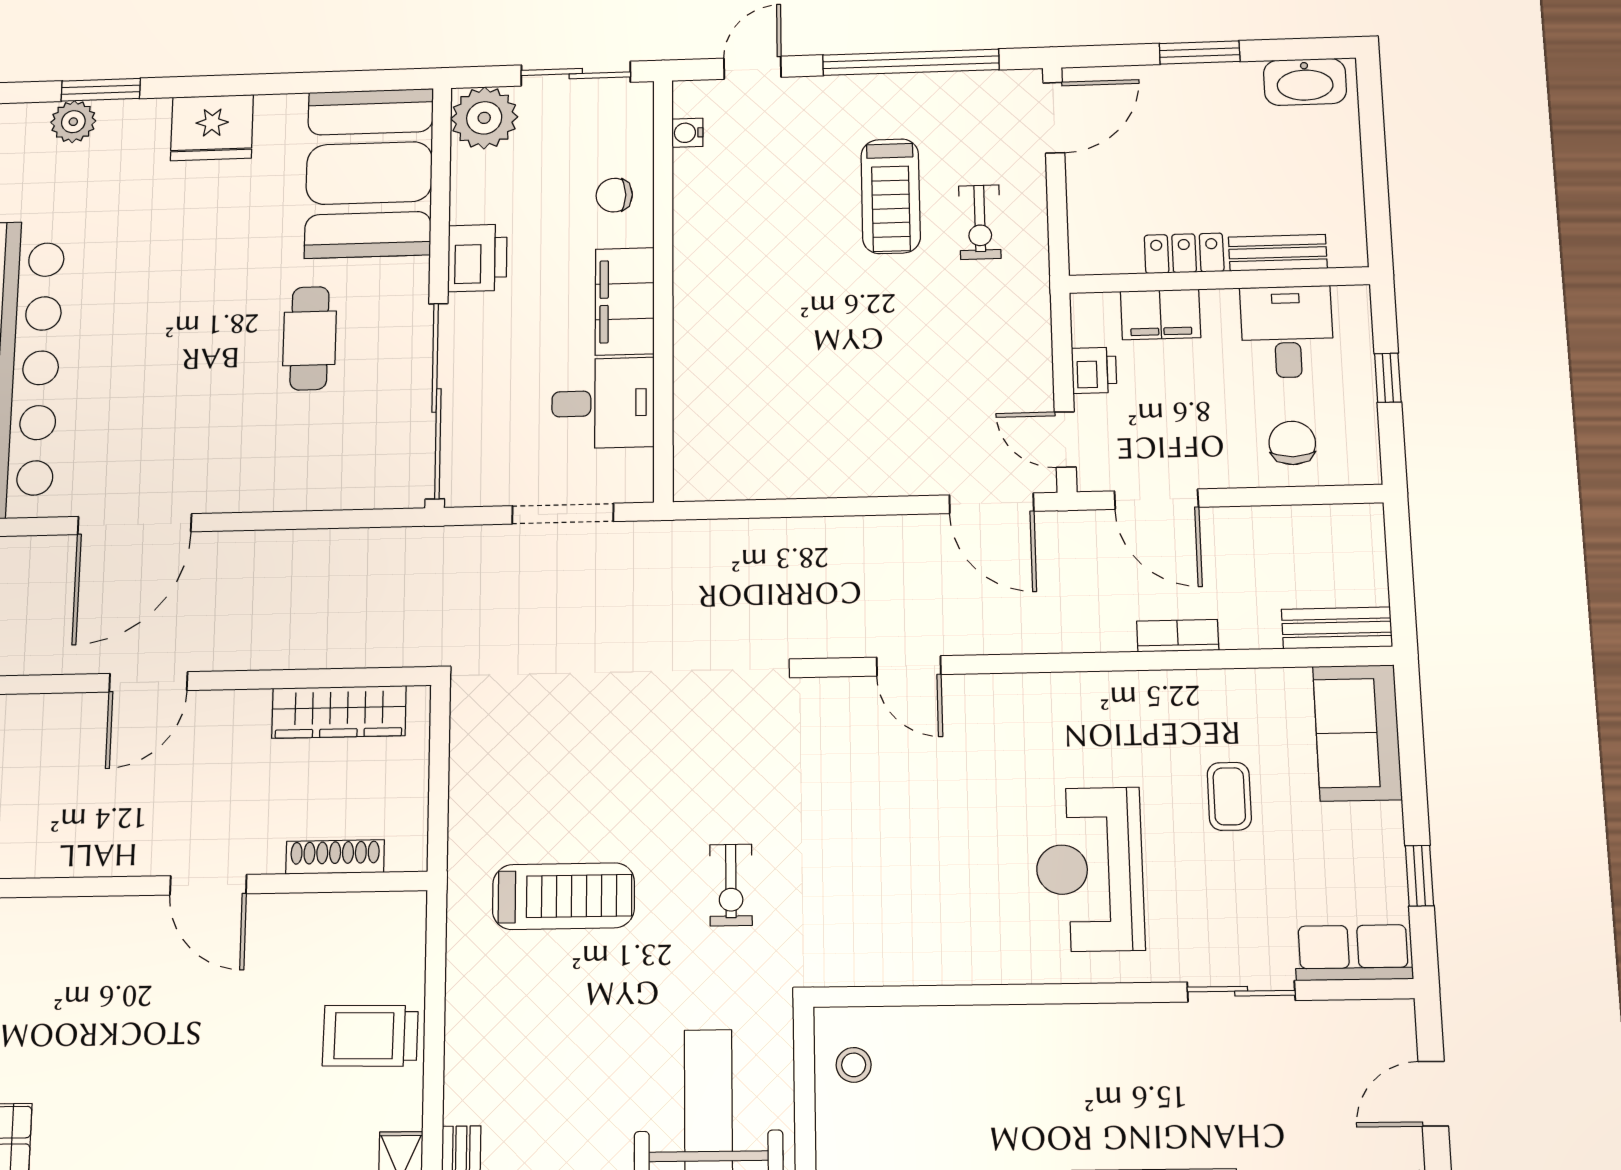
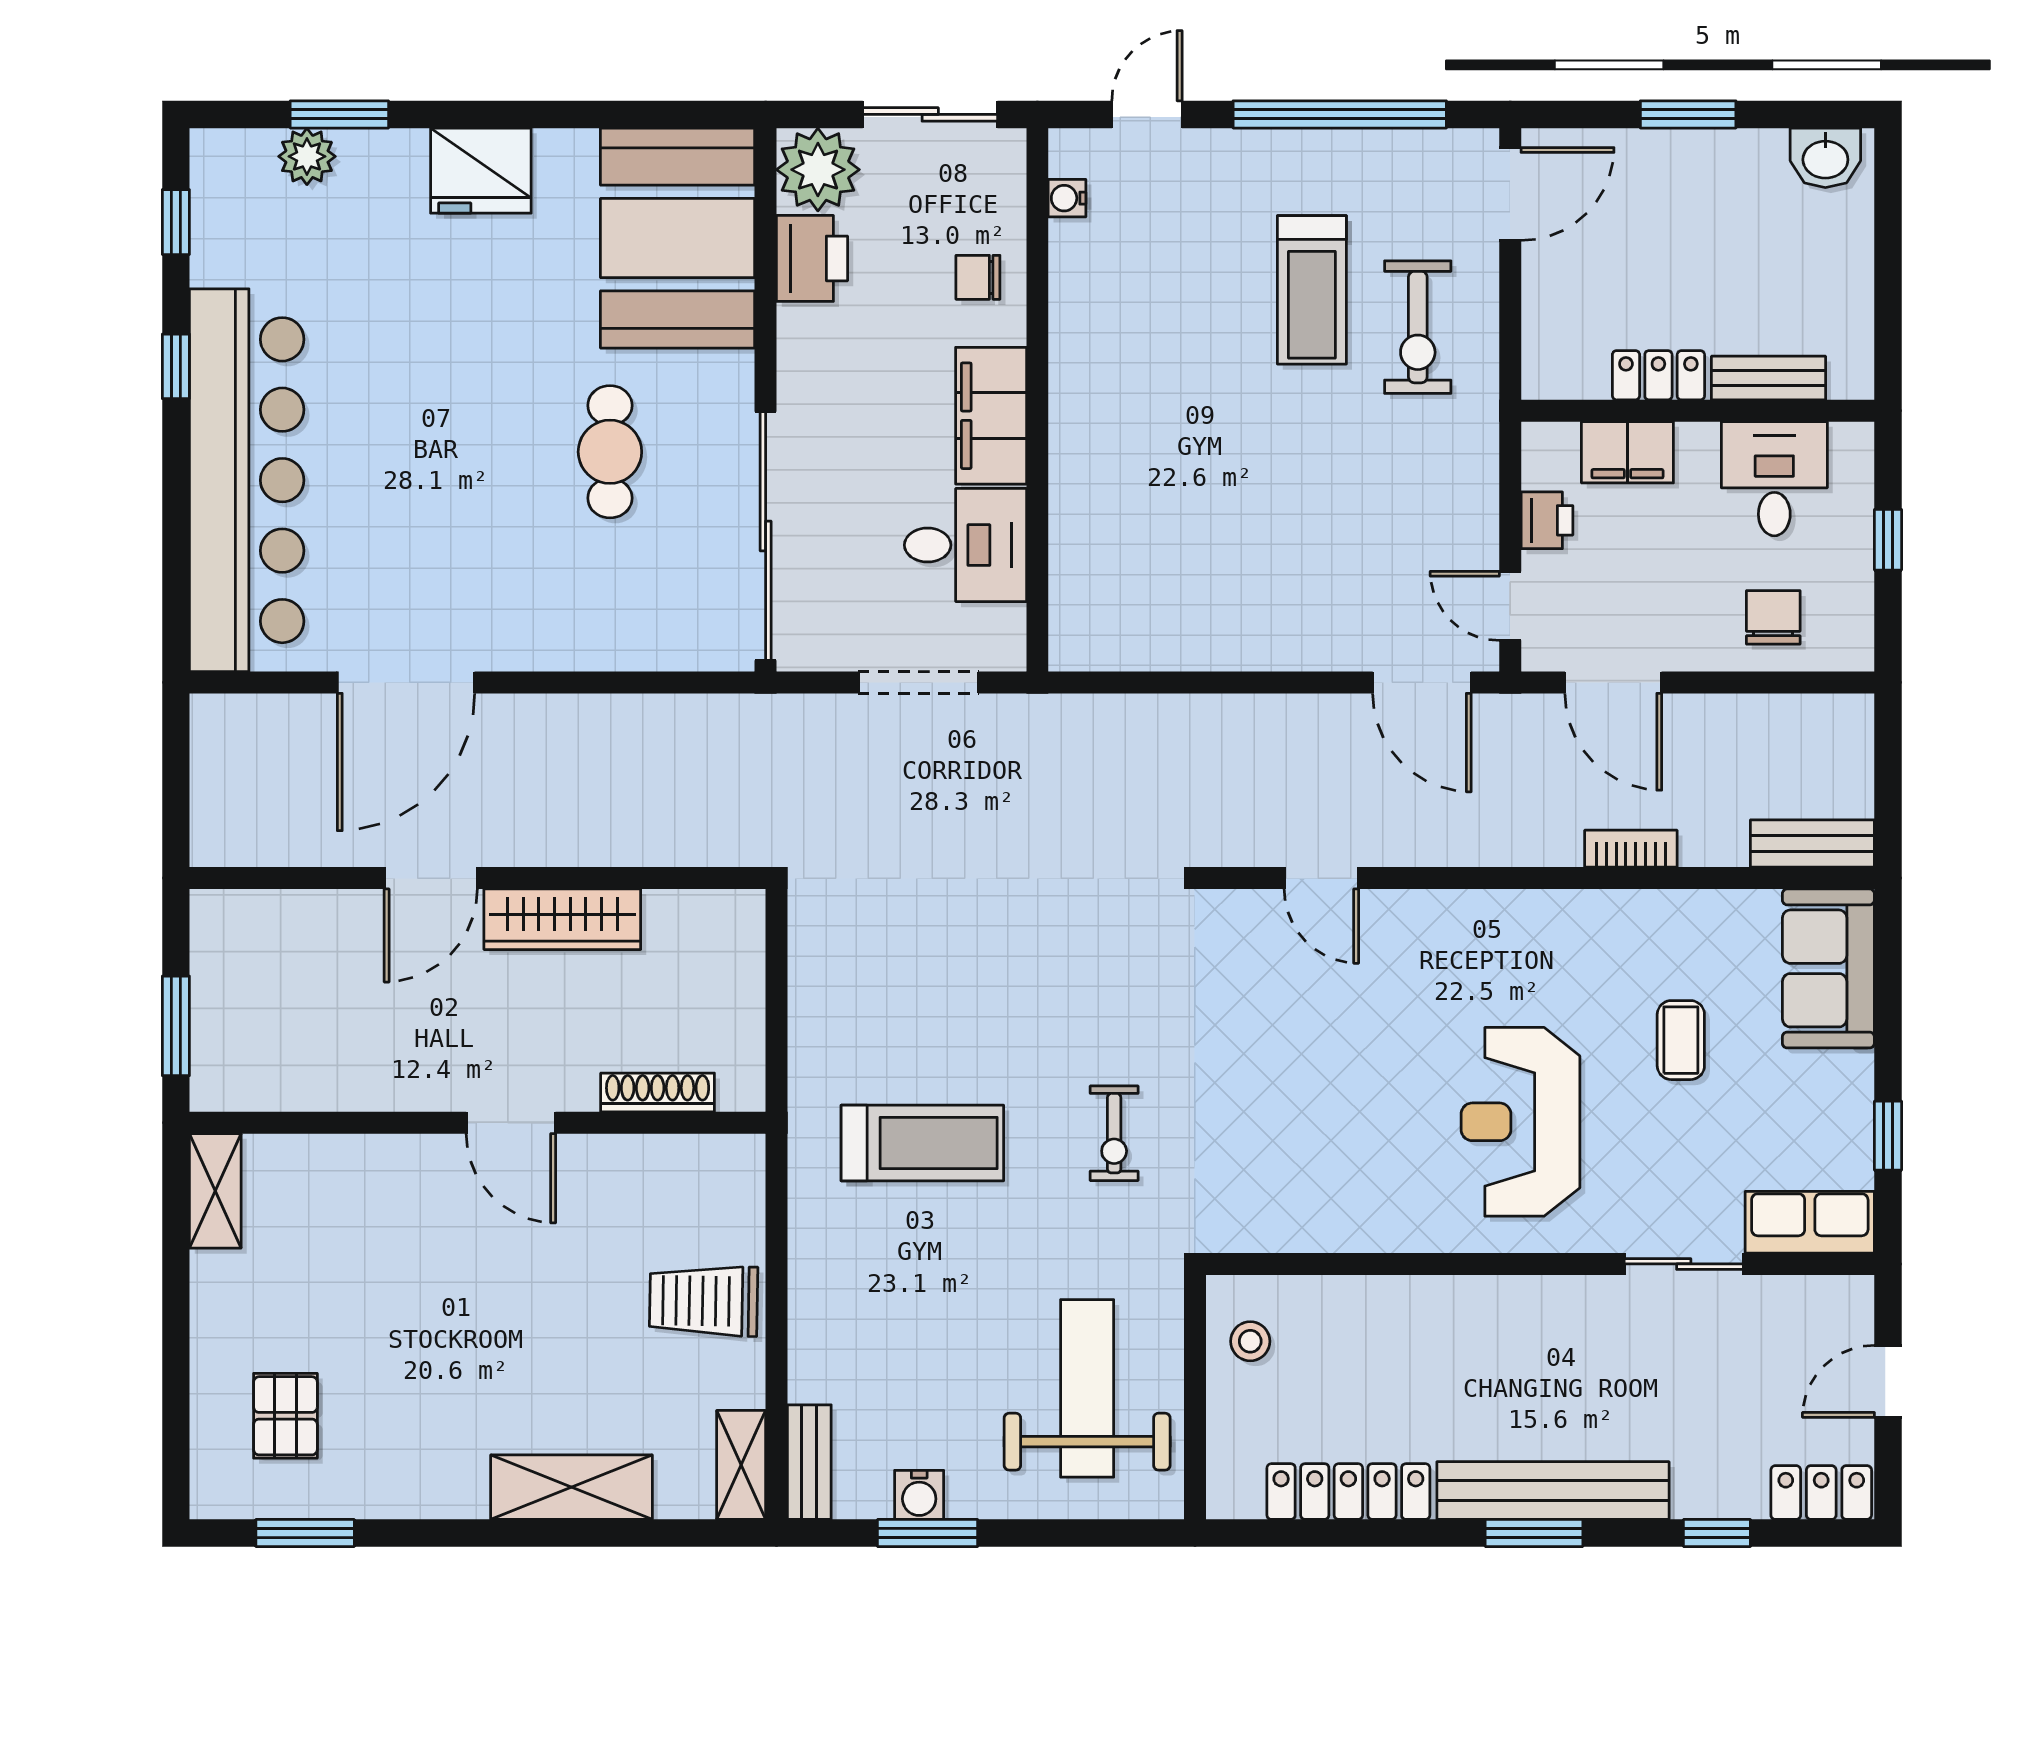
washbasin: (1305, 82) -> (1825, 158), width x0.72
exercise bike: (980, 222) -> (1418, 327), width x1.38, depth x1.39
printer: (477, 258) -> (812, 258), moved
wardrobe: (339, 712) -> (562, 919), moved

